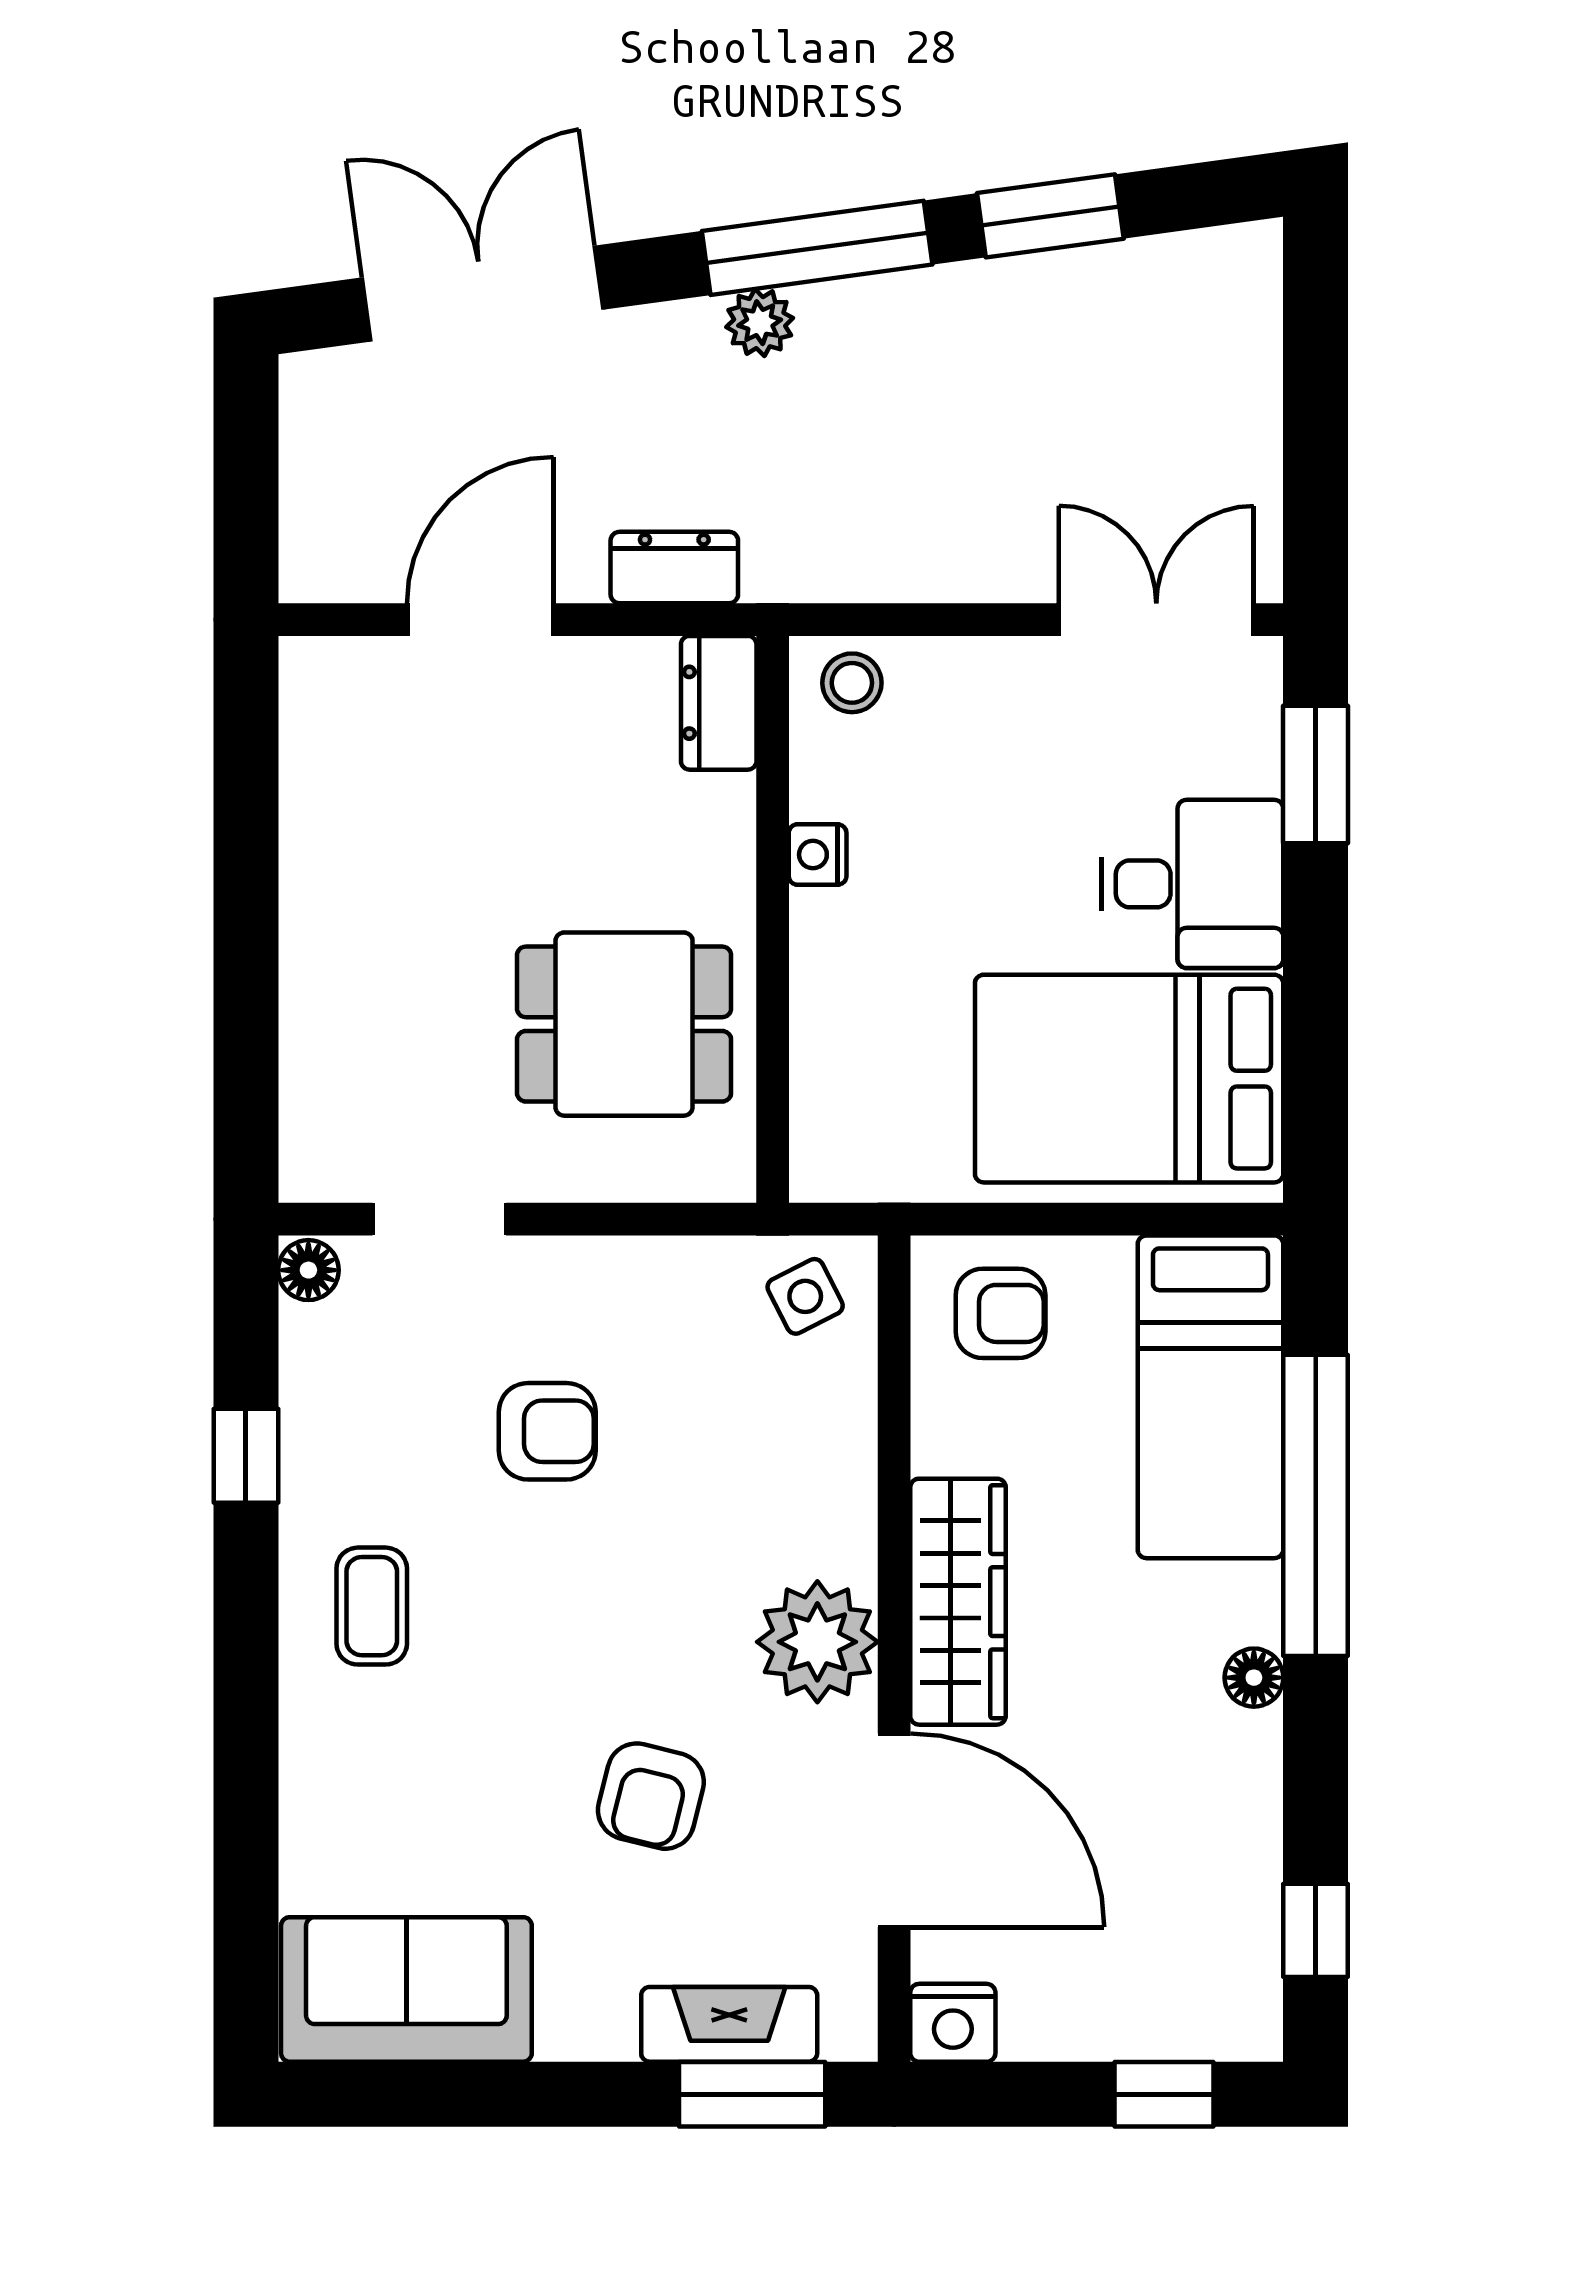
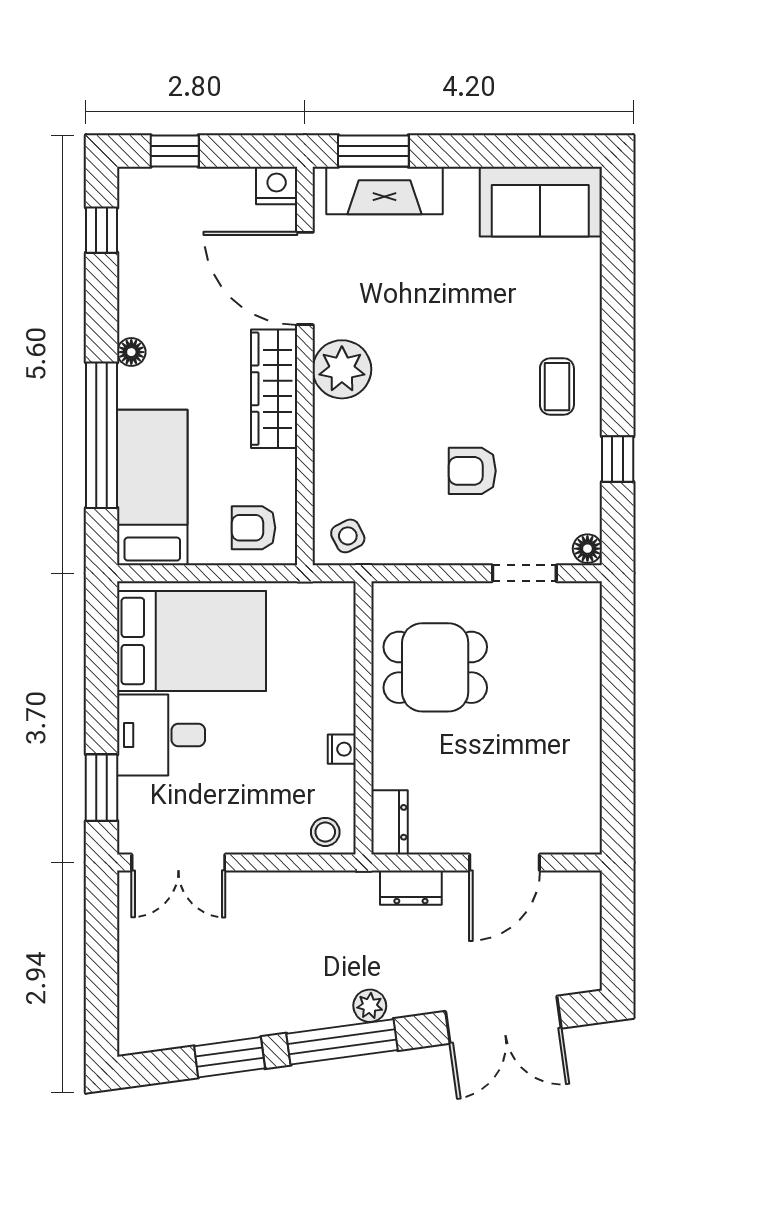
armchair: (651, 1796) -> (422, 295), removed
fireplace: (729, 2024) -> (384, 191), width x1.37, depth x1.32

